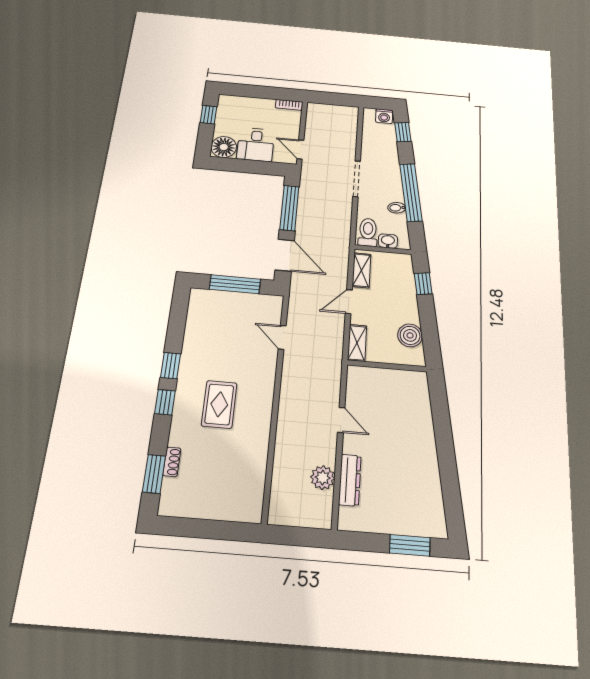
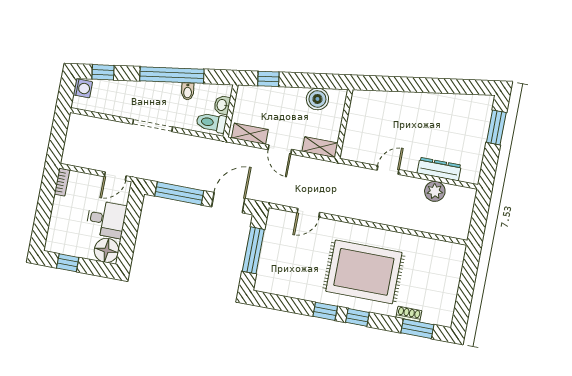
rug: (219, 404) -> (364, 272), width x1.86, depth x2.06

